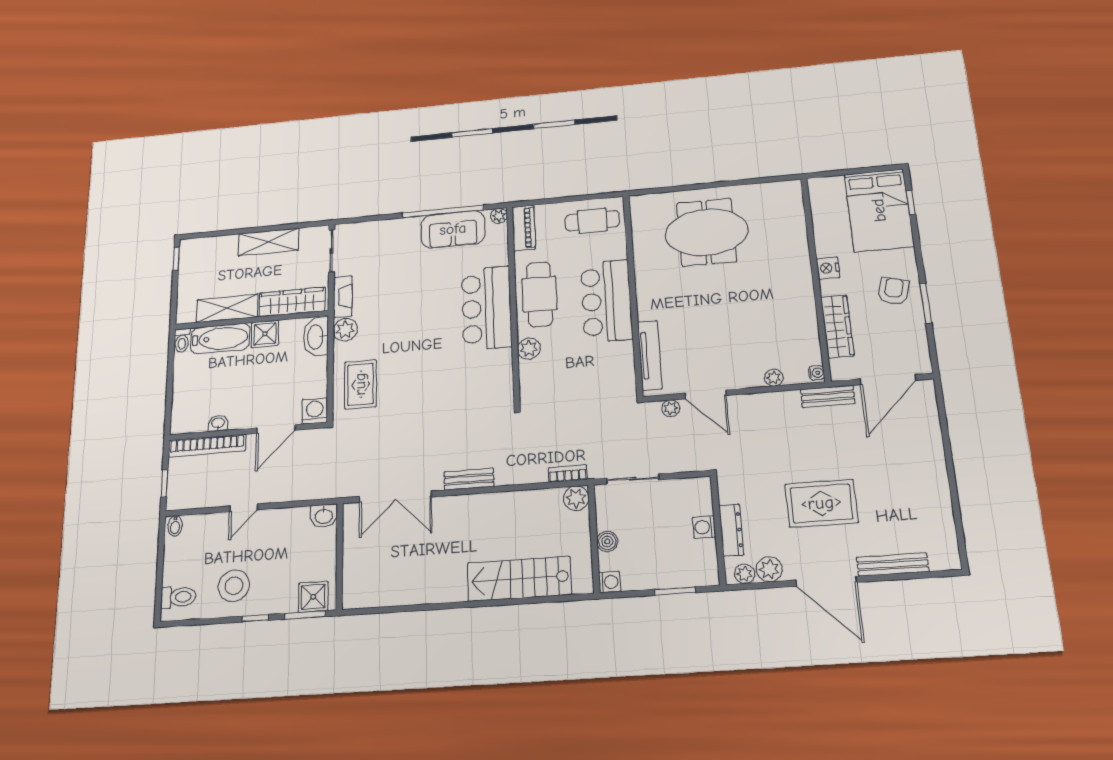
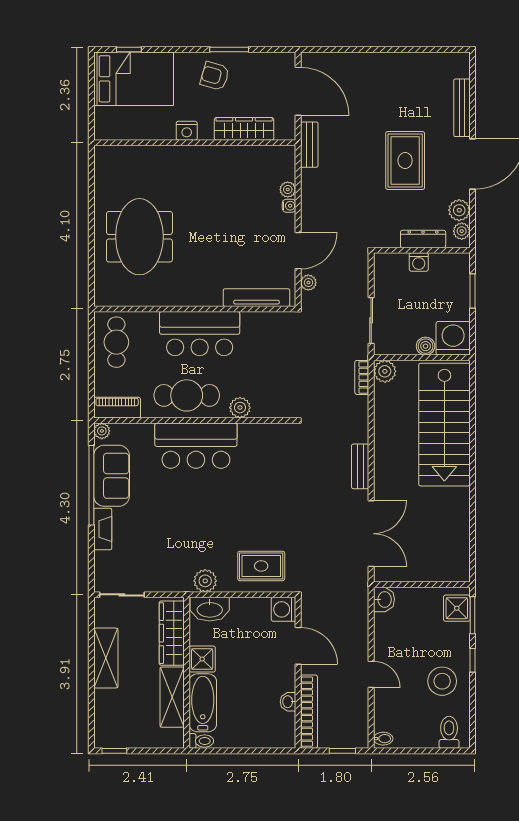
fireplace: (343, 297) -> (103, 529), moved, turned 90
water cooler: (817, 373) -> (289, 206), moved, turned 90
stairs: (519, 579) -> (444, 425), width x1.36, depth x1.51
washing machine: (610, 582) -> (453, 338), width x1.89, depth x1.89

